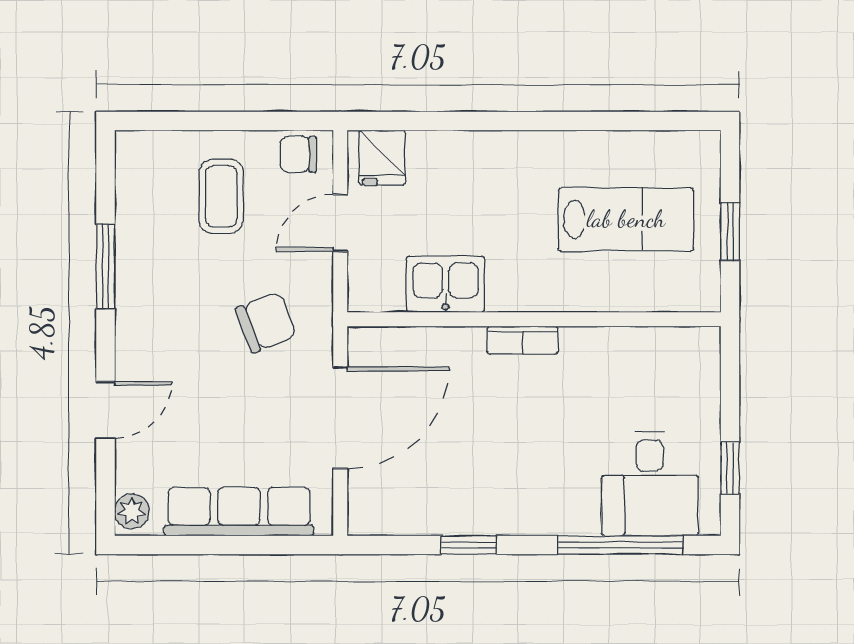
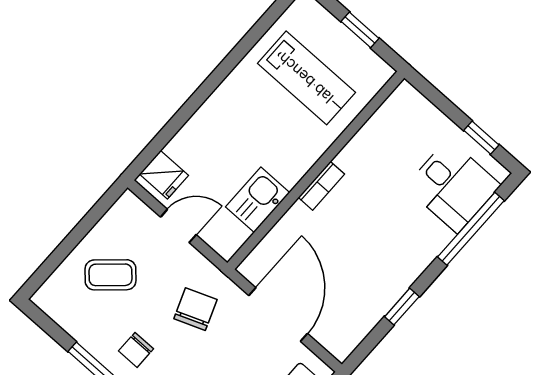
chair: (298, 154) -> (136, 350), moved
coffee table: (221, 196) -> (110, 275), turned -42
lab bench: (626, 219) -> (306, 78), turned 90
door: (340, 223) -> (178, 226), swing flipped

